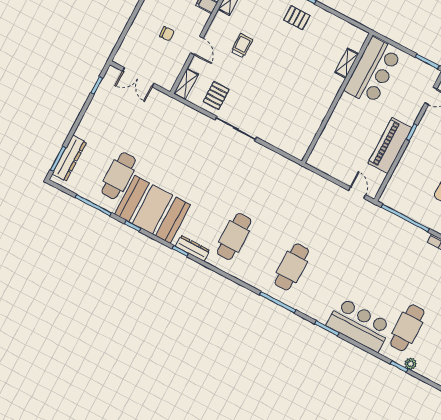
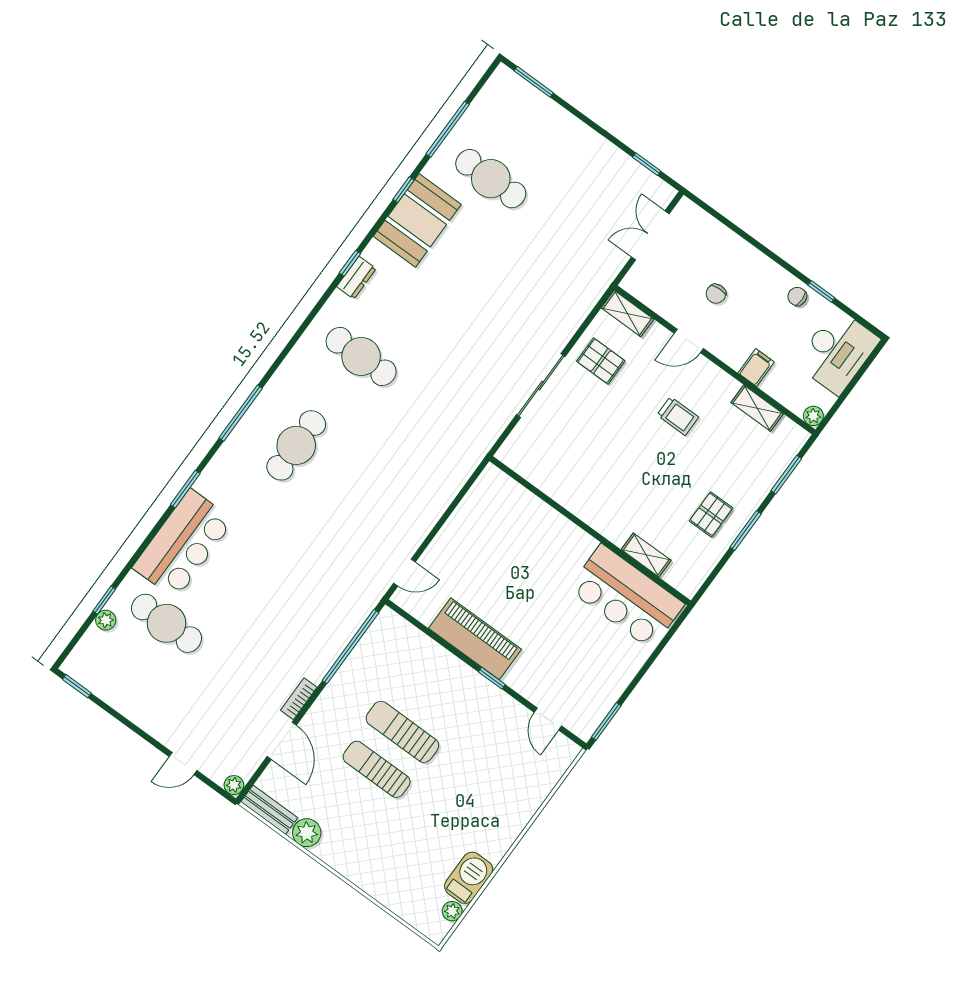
shelving: (347, 63) -> (646, 555), moved
bar counter: (373, 71) -> (626, 597), moved
wall: (337, 98) -> (590, 531), moved
dresser: (69, 158) -> (532, 101), removed
booth: (152, 209) -> (417, 220), width x0.73, depth x0.70
dresser: (193, 248) -> (356, 278), width x0.70
cafe table: (292, 267) -> (296, 445), turned 90

